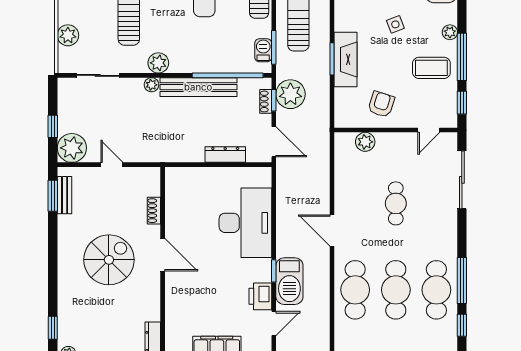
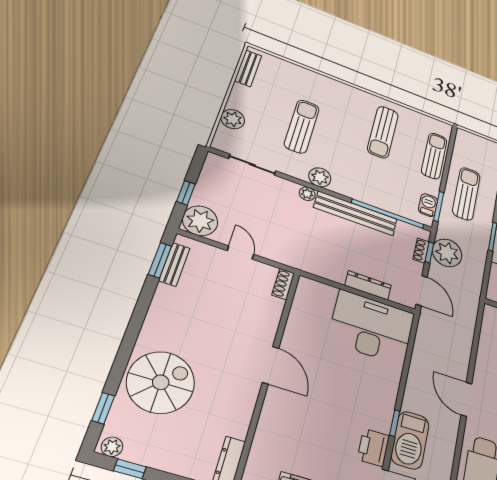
shoe rack: (154, 211) -> (283, 284), moved
desk: (245, 223) -> (372, 327), moved, turned -90
spiral stairs: (109, 260) -> (161, 382), moved

